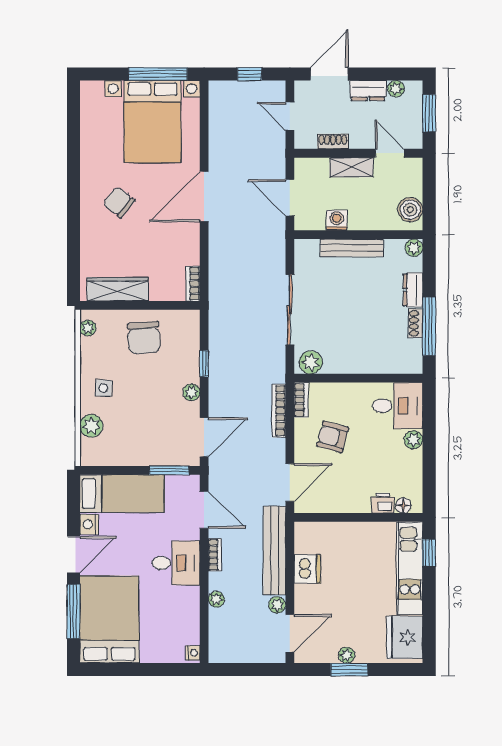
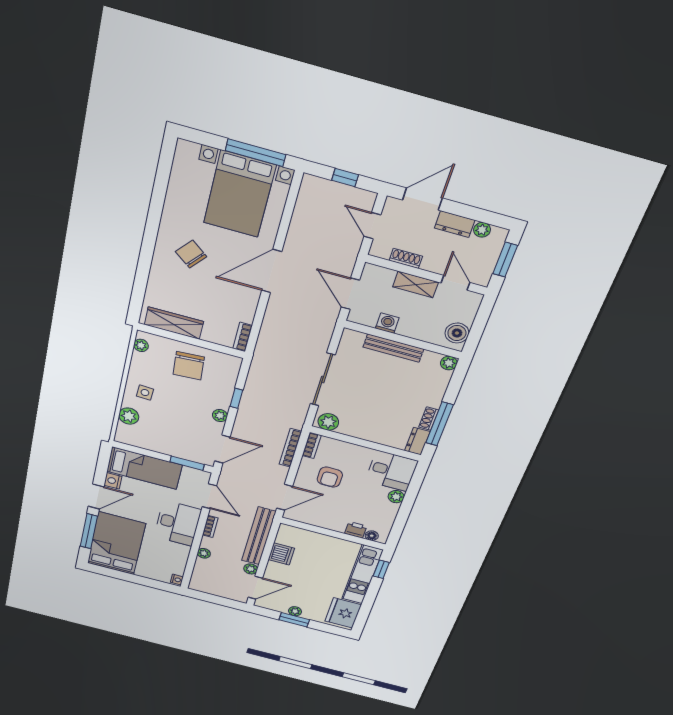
dresser: (413, 290) -> (417, 441), moved
armchair: (333, 437) -> (330, 477), turned -105
desk: (176, 563) -> (178, 523), width x1.37

